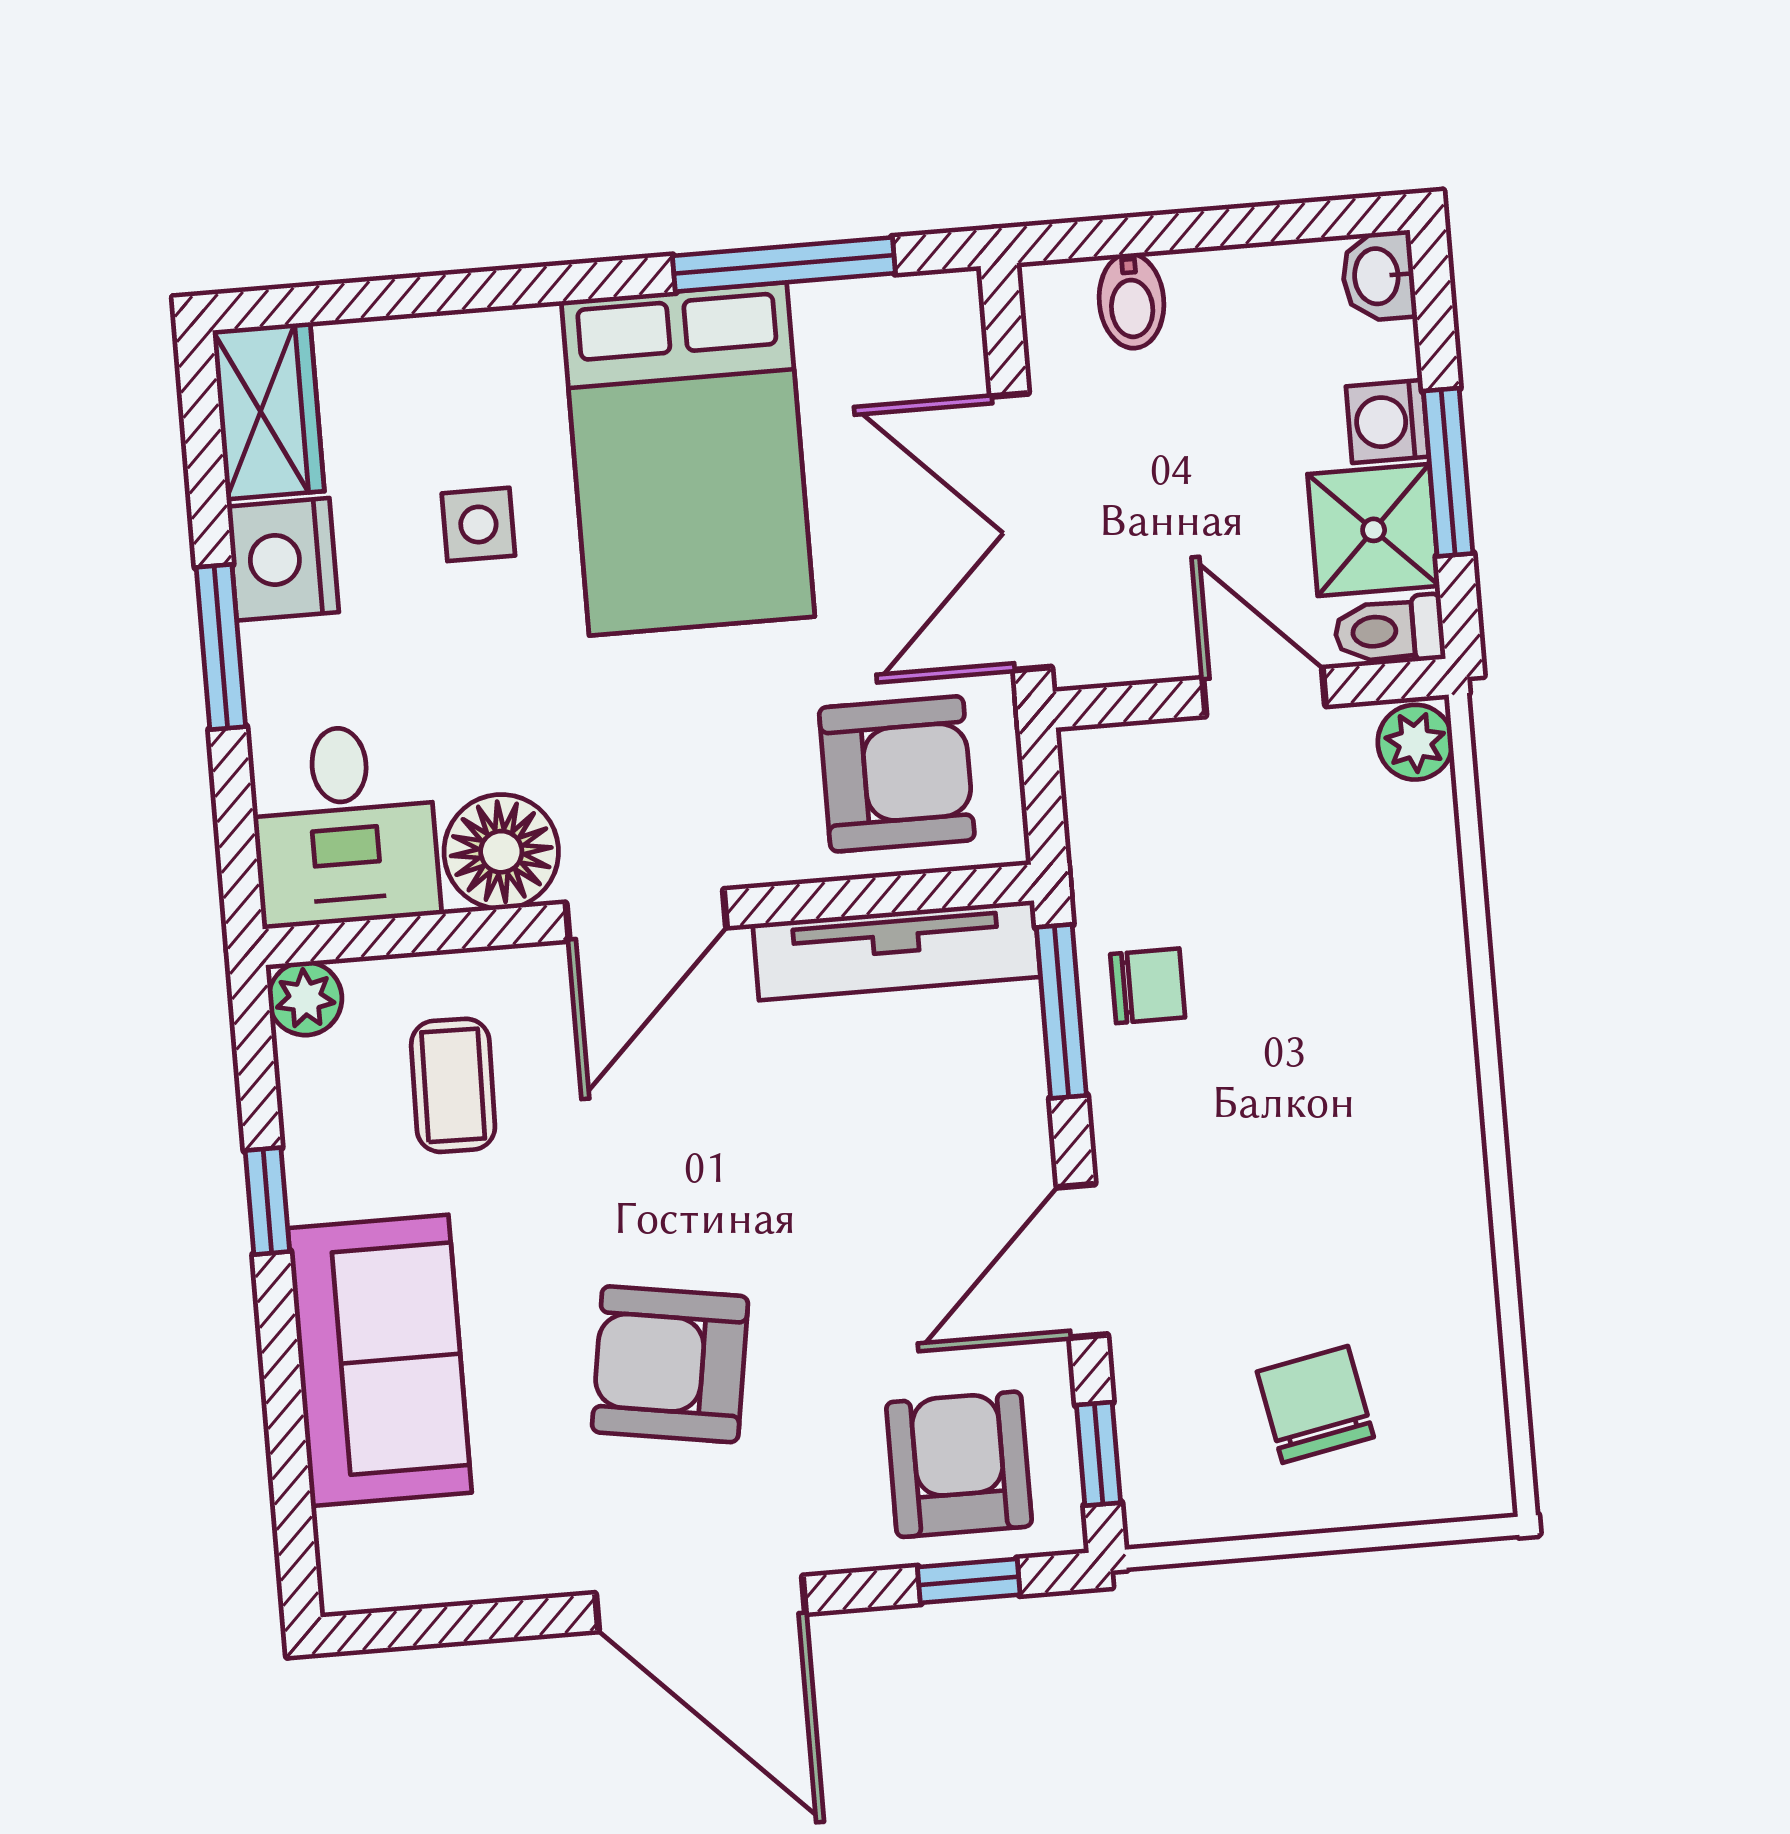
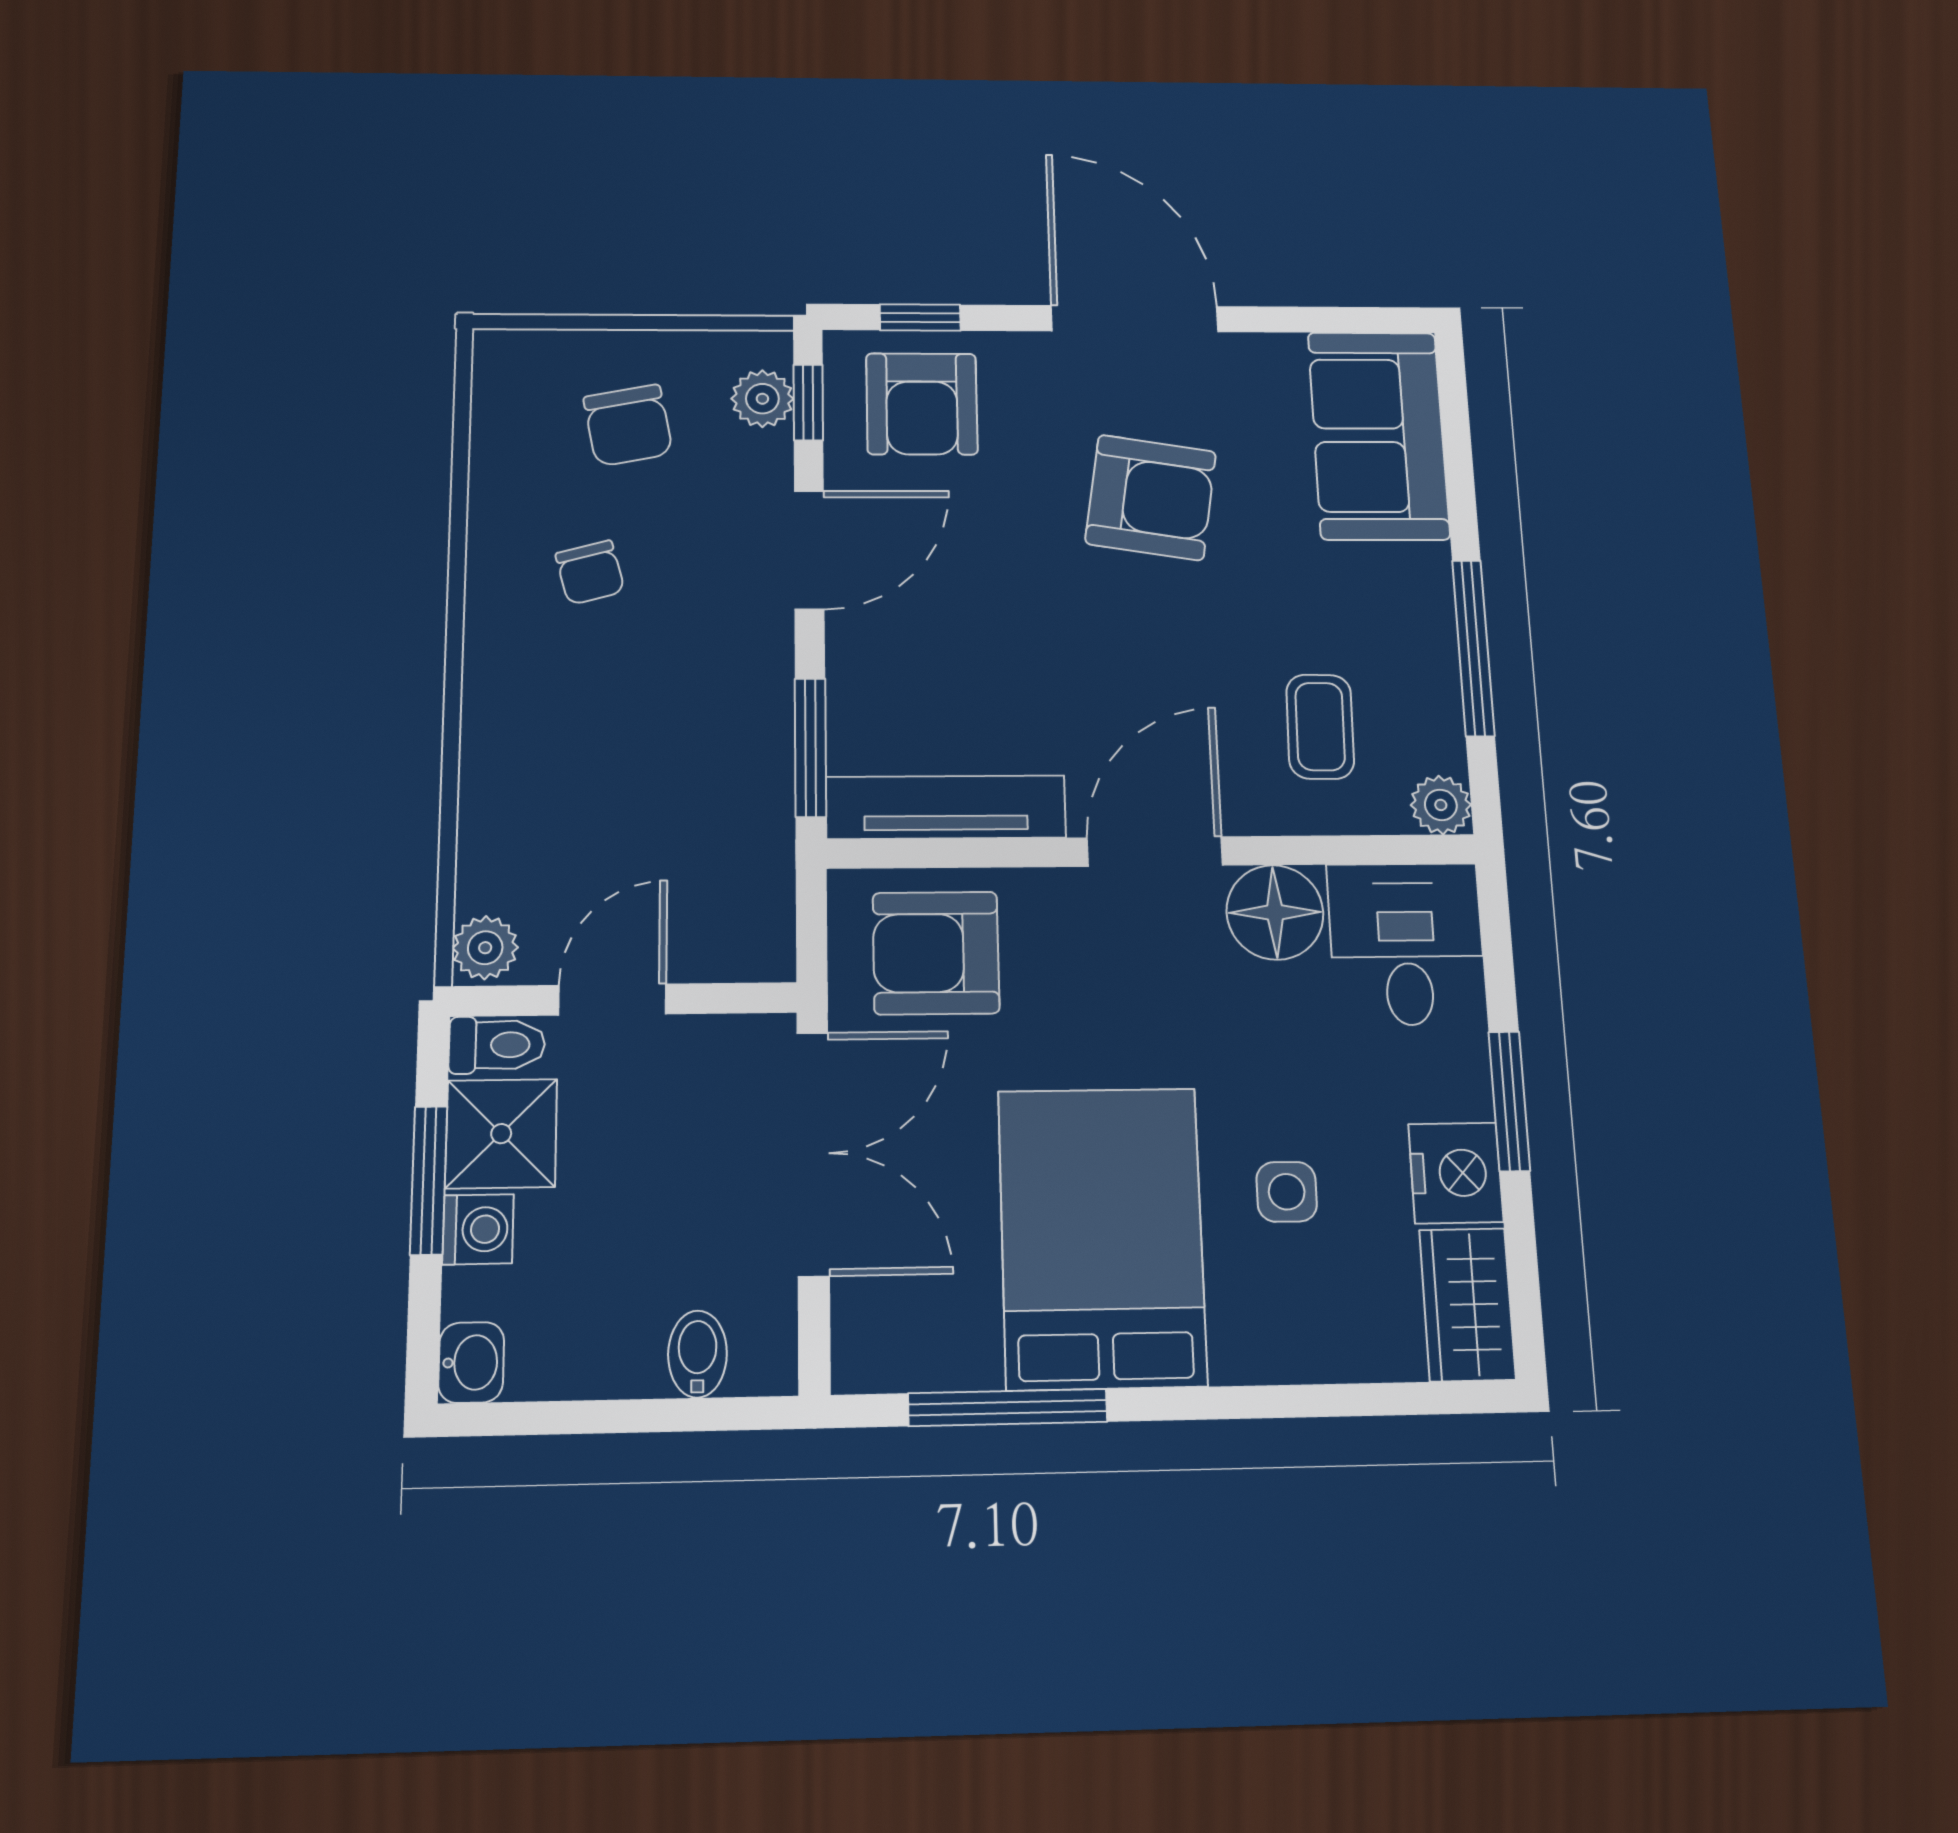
door: (1264, 692) -> (612, 1000), swing flipped
chair: (1148, 986) -> (590, 572), moved, turned -105
window: (267, 1201) -> (1473, 648), width x2.17
sofa: (380, 1360) -> (1378, 435), moved
plant: (1155, 1454) -> (762, 399), added

